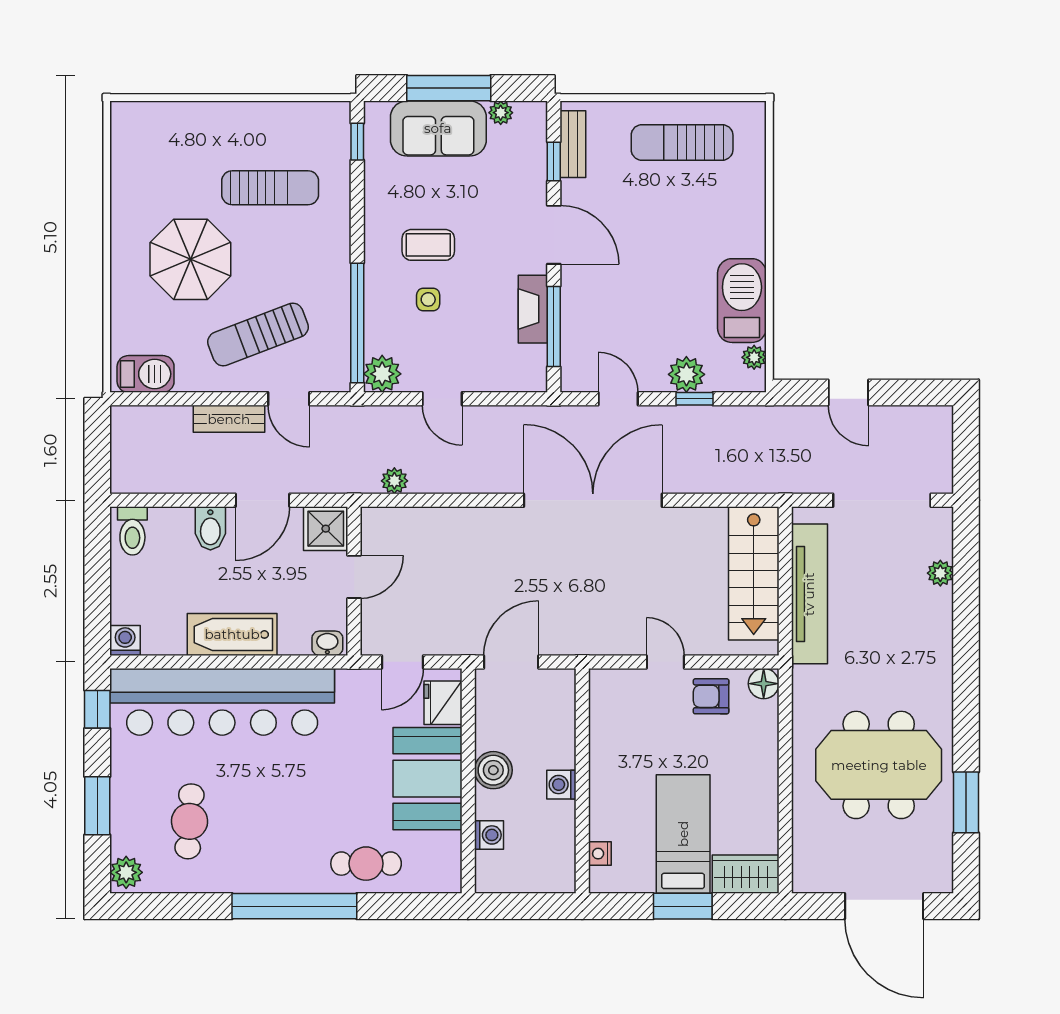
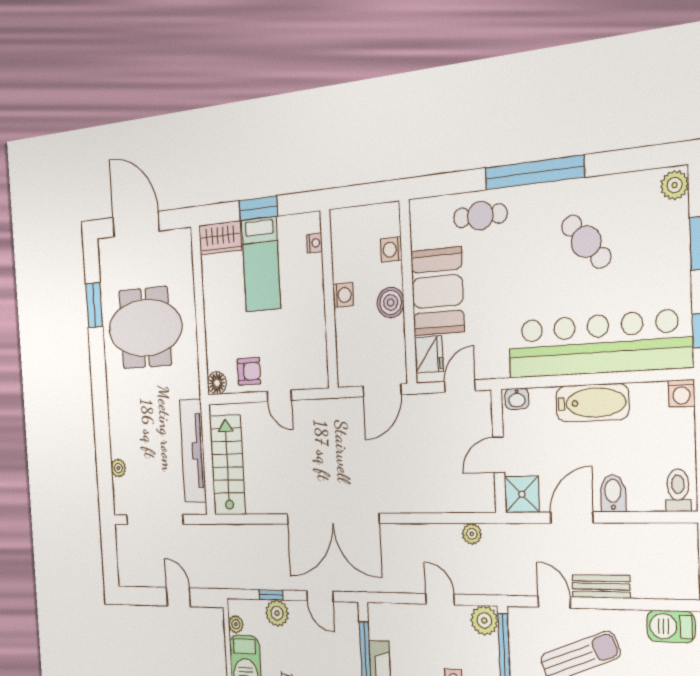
cafe table: (190, 821) -> (586, 242), moved, turned -45

